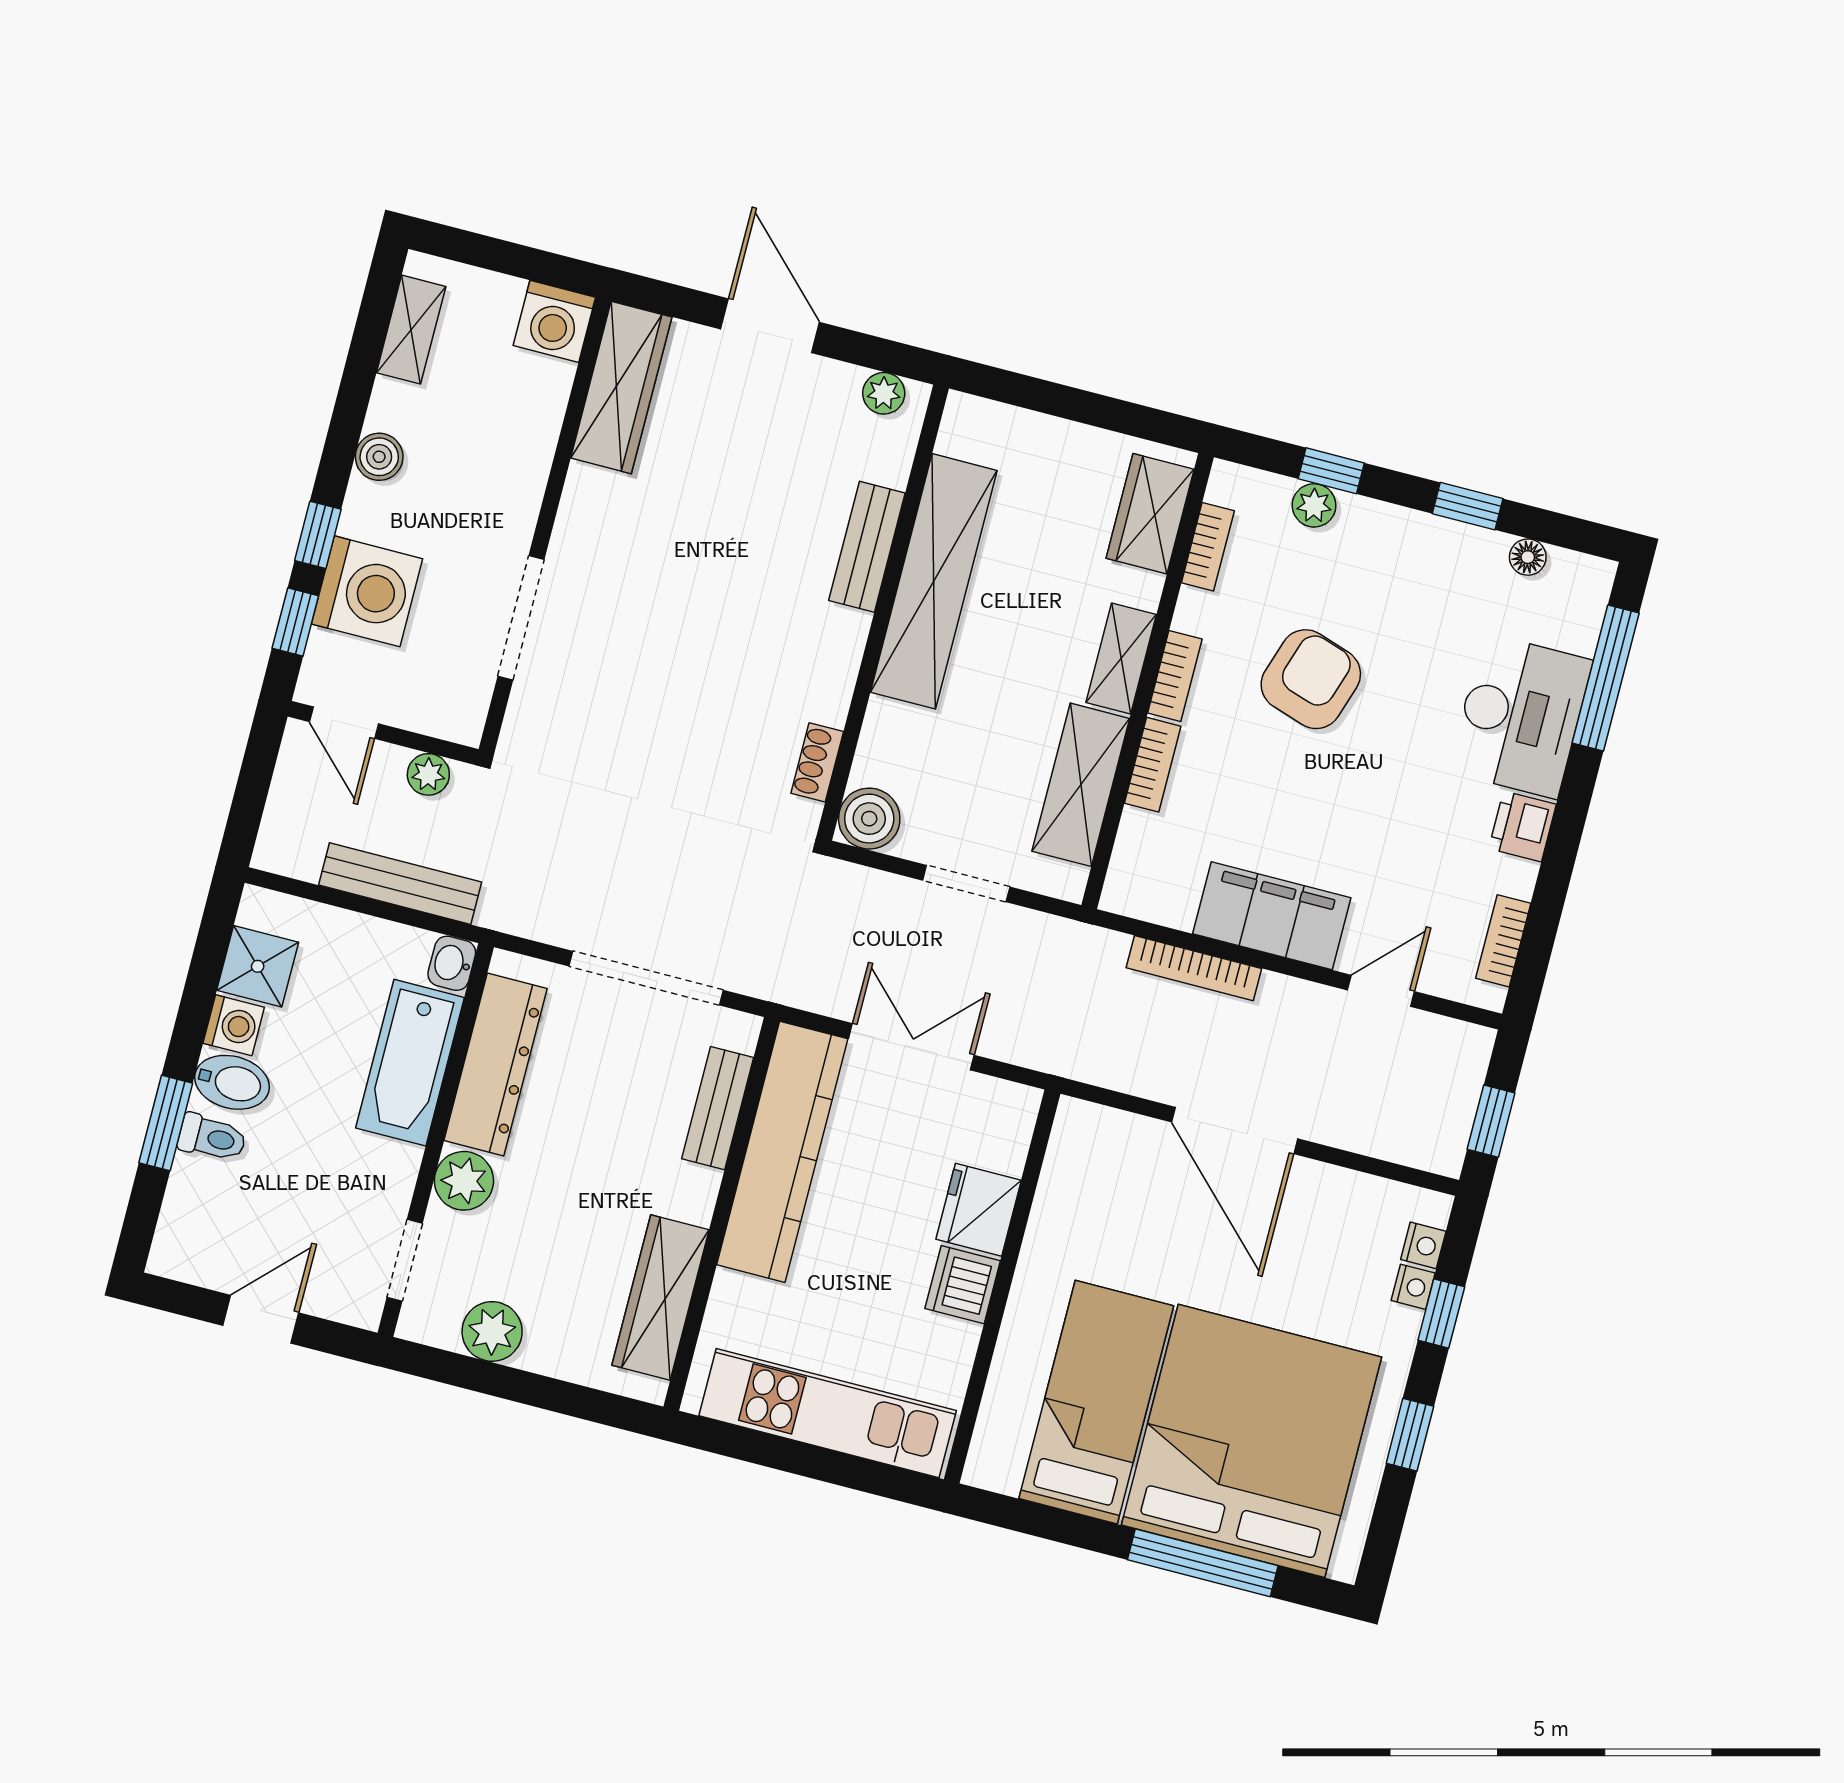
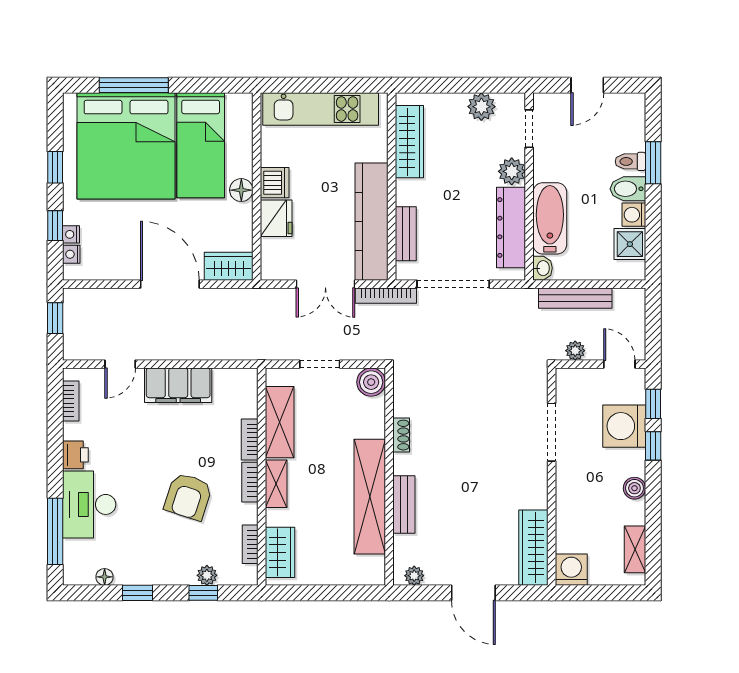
shoe rack: (817, 762) -> (401, 435), moved
bookcase: (1194, 968) -> (386, 296), moved, turned 180
wardrobe: (1103, 1136) -> (229, 266), added
floor lamp: (1036, 1287) -> (241, 190), added

